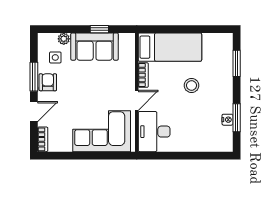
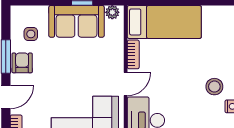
plant: (64, 39) -> (112, 12), moved
stool: (192, 85) -> (214, 87), moved

